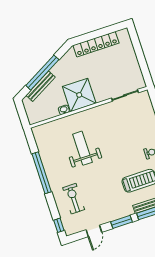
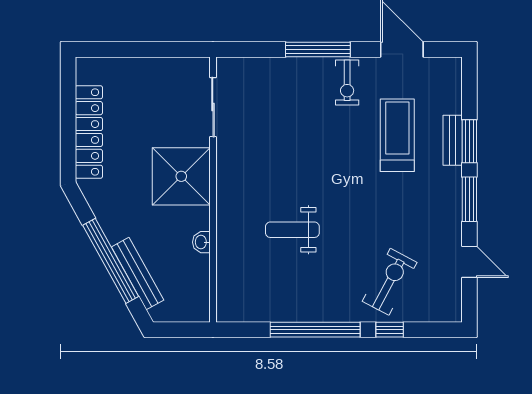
shower: (79, 95) -> (181, 176), moved
weight bench: (82, 148) -> (292, 230), width x0.73, depth x0.75
exercise bike: (74, 199) -> (390, 282), turned 118
window: (59, 225) -> (390, 330), moved

